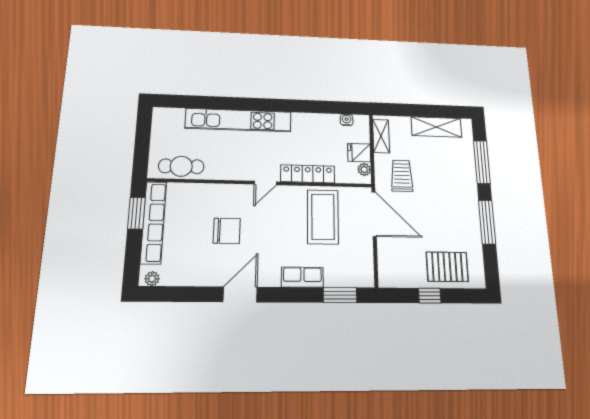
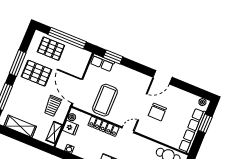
window: (136, 213) -> (205, 124), moved
pallet: (451, 218) -> (36, 73), added
chair: (227, 231) -> (157, 112), turned -90
row of seats: (302, 277) -> (102, 63), moved
window: (430, 296) -> (67, 38), width x3.17

